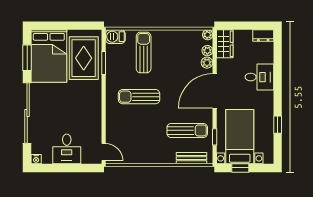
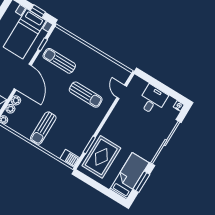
sun lounger: (144, 53) -> (43, 128), moved
bed: (49, 56) -> (129, 176), width x0.67
door: (215, 91) -> (23, 77), hinge flipped
sun lounger: (139, 97) -> (86, 95), moved
door: (104, 152) -> (122, 92), moved
bench: (191, 158) -> (68, 39), removed

